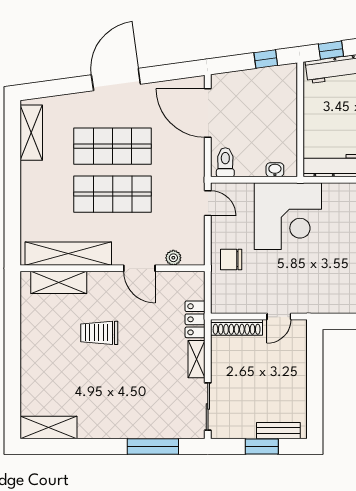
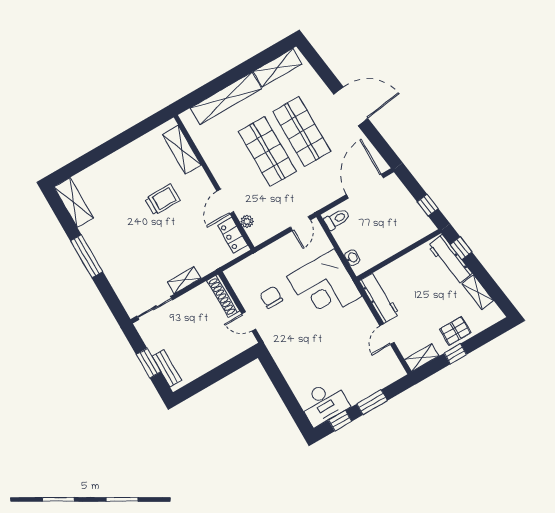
shelving: (68, 254) -> (226, 98), moved, turned 90
chair: (231, 259) -> (271, 297), moved
locker: (195, 319) -> (233, 235), moved, turned -90
trolley: (99, 333) -> (162, 200), turned 90
window: (153, 447) -> (87, 256), moved

